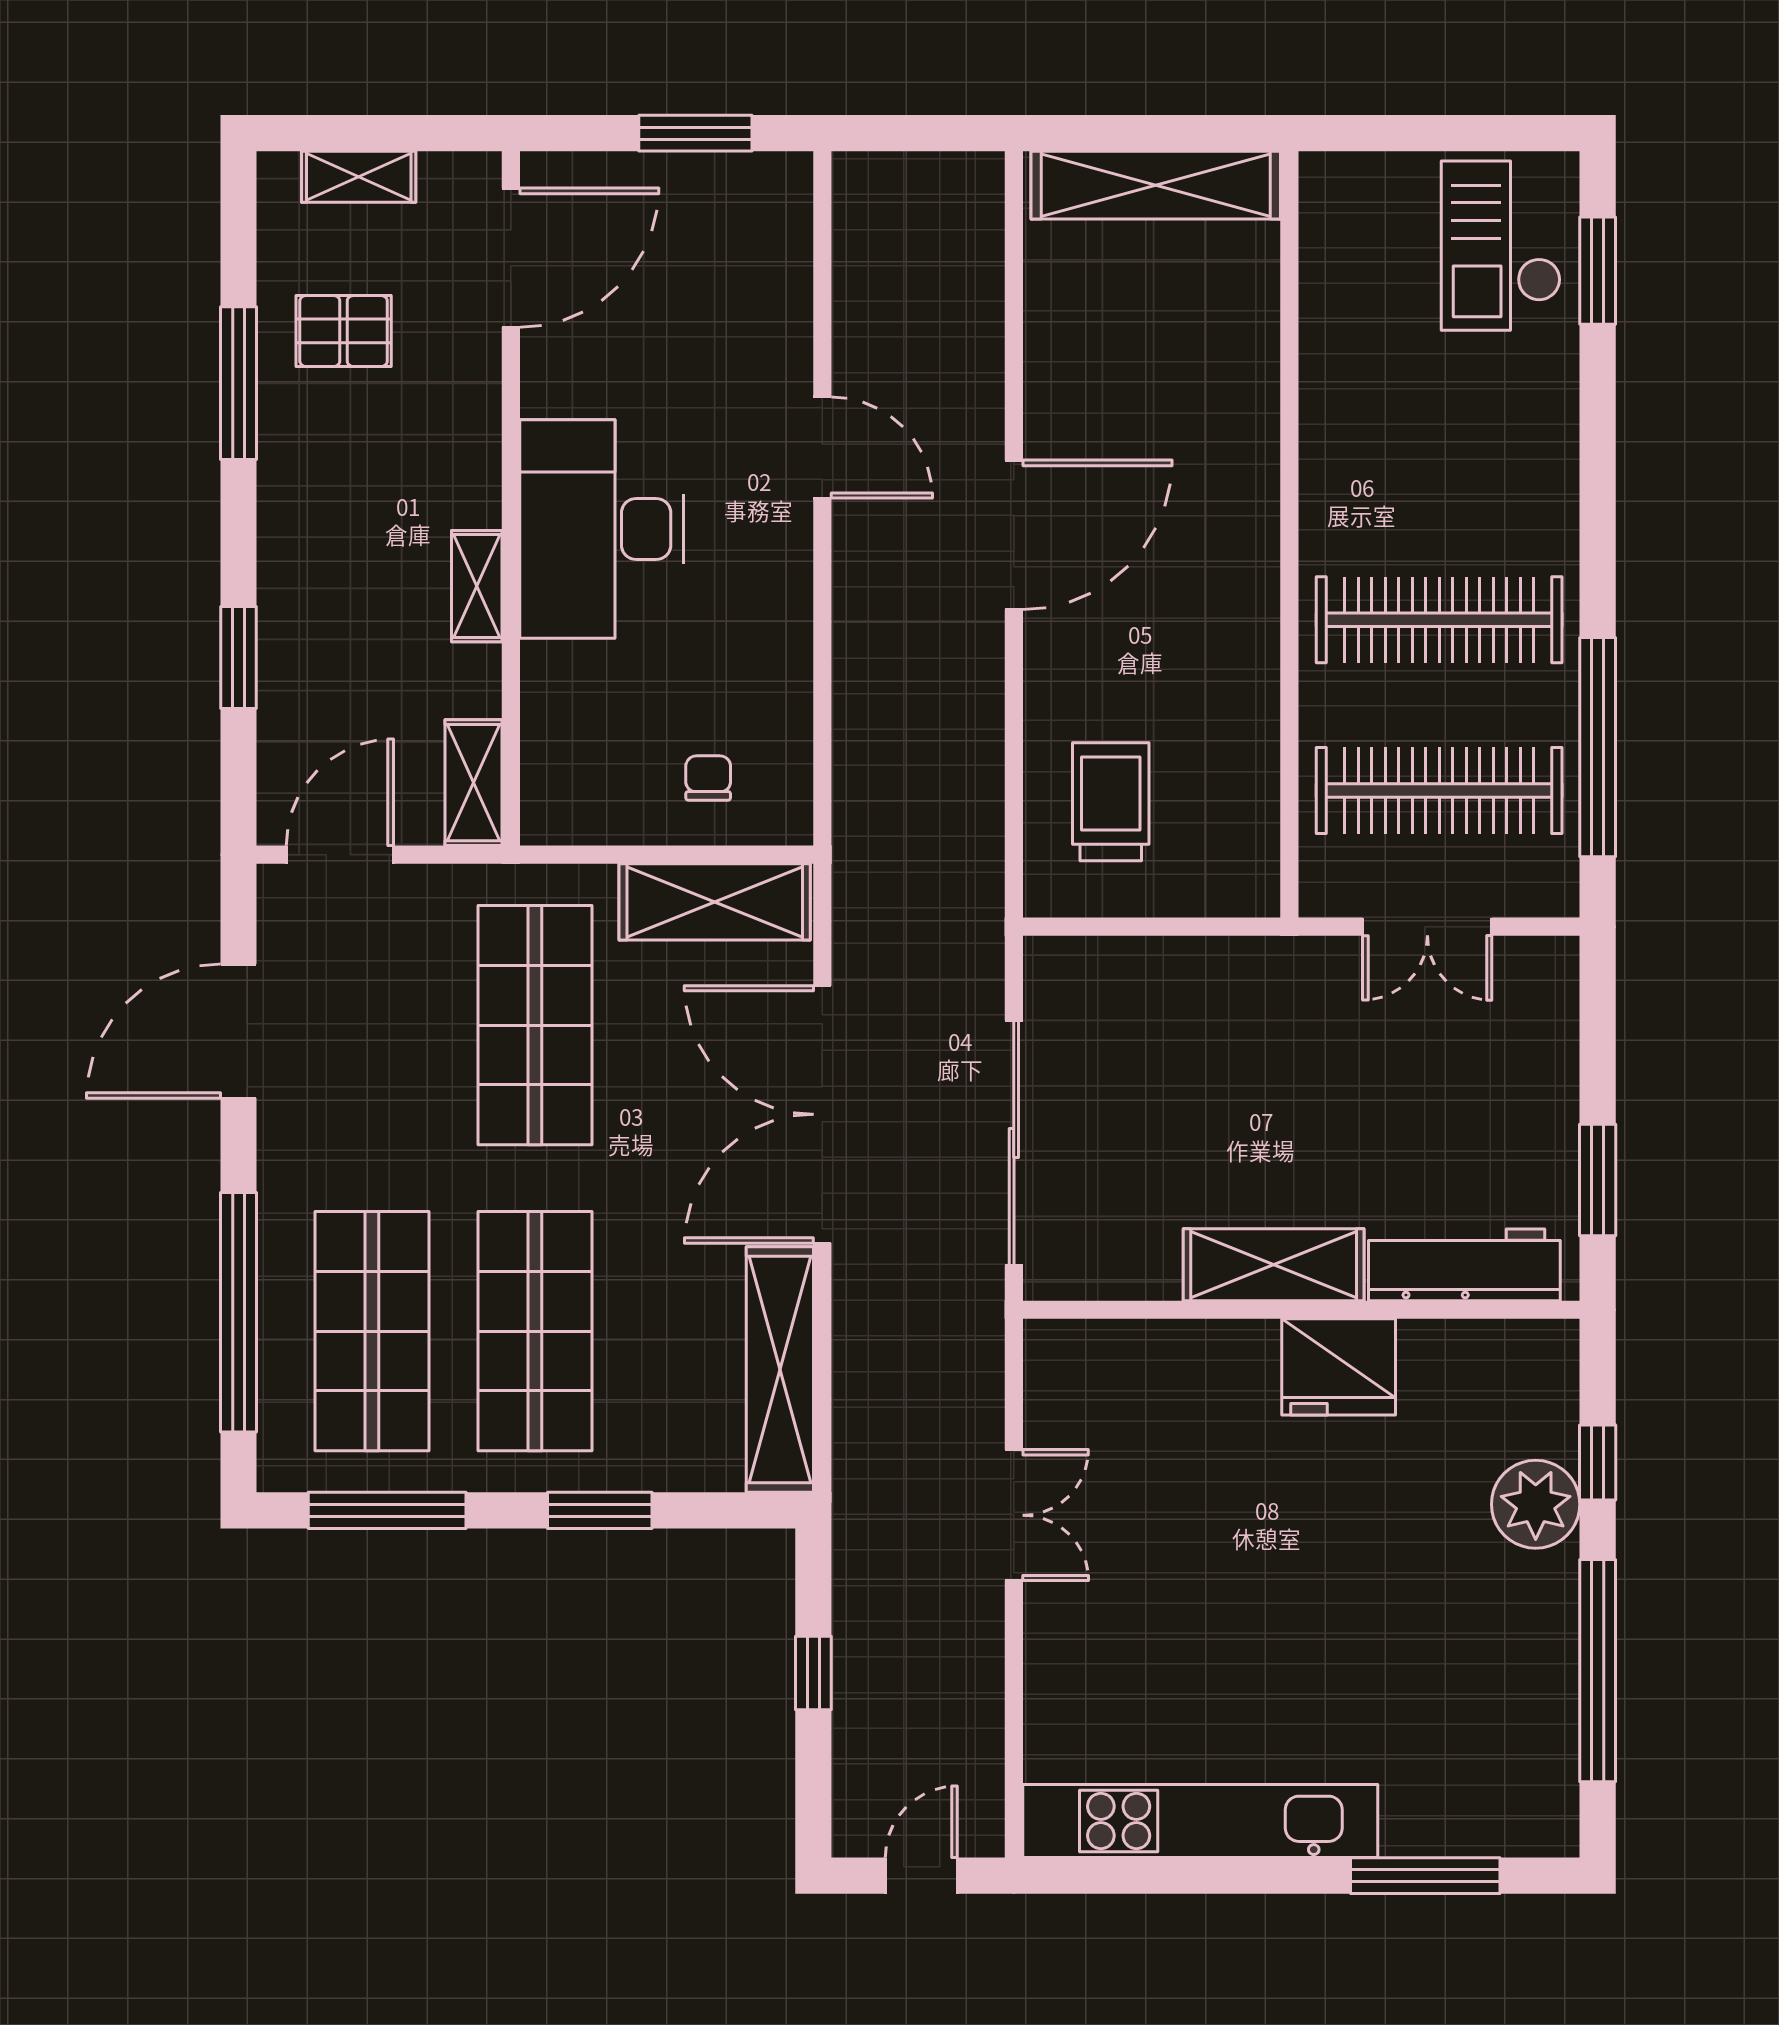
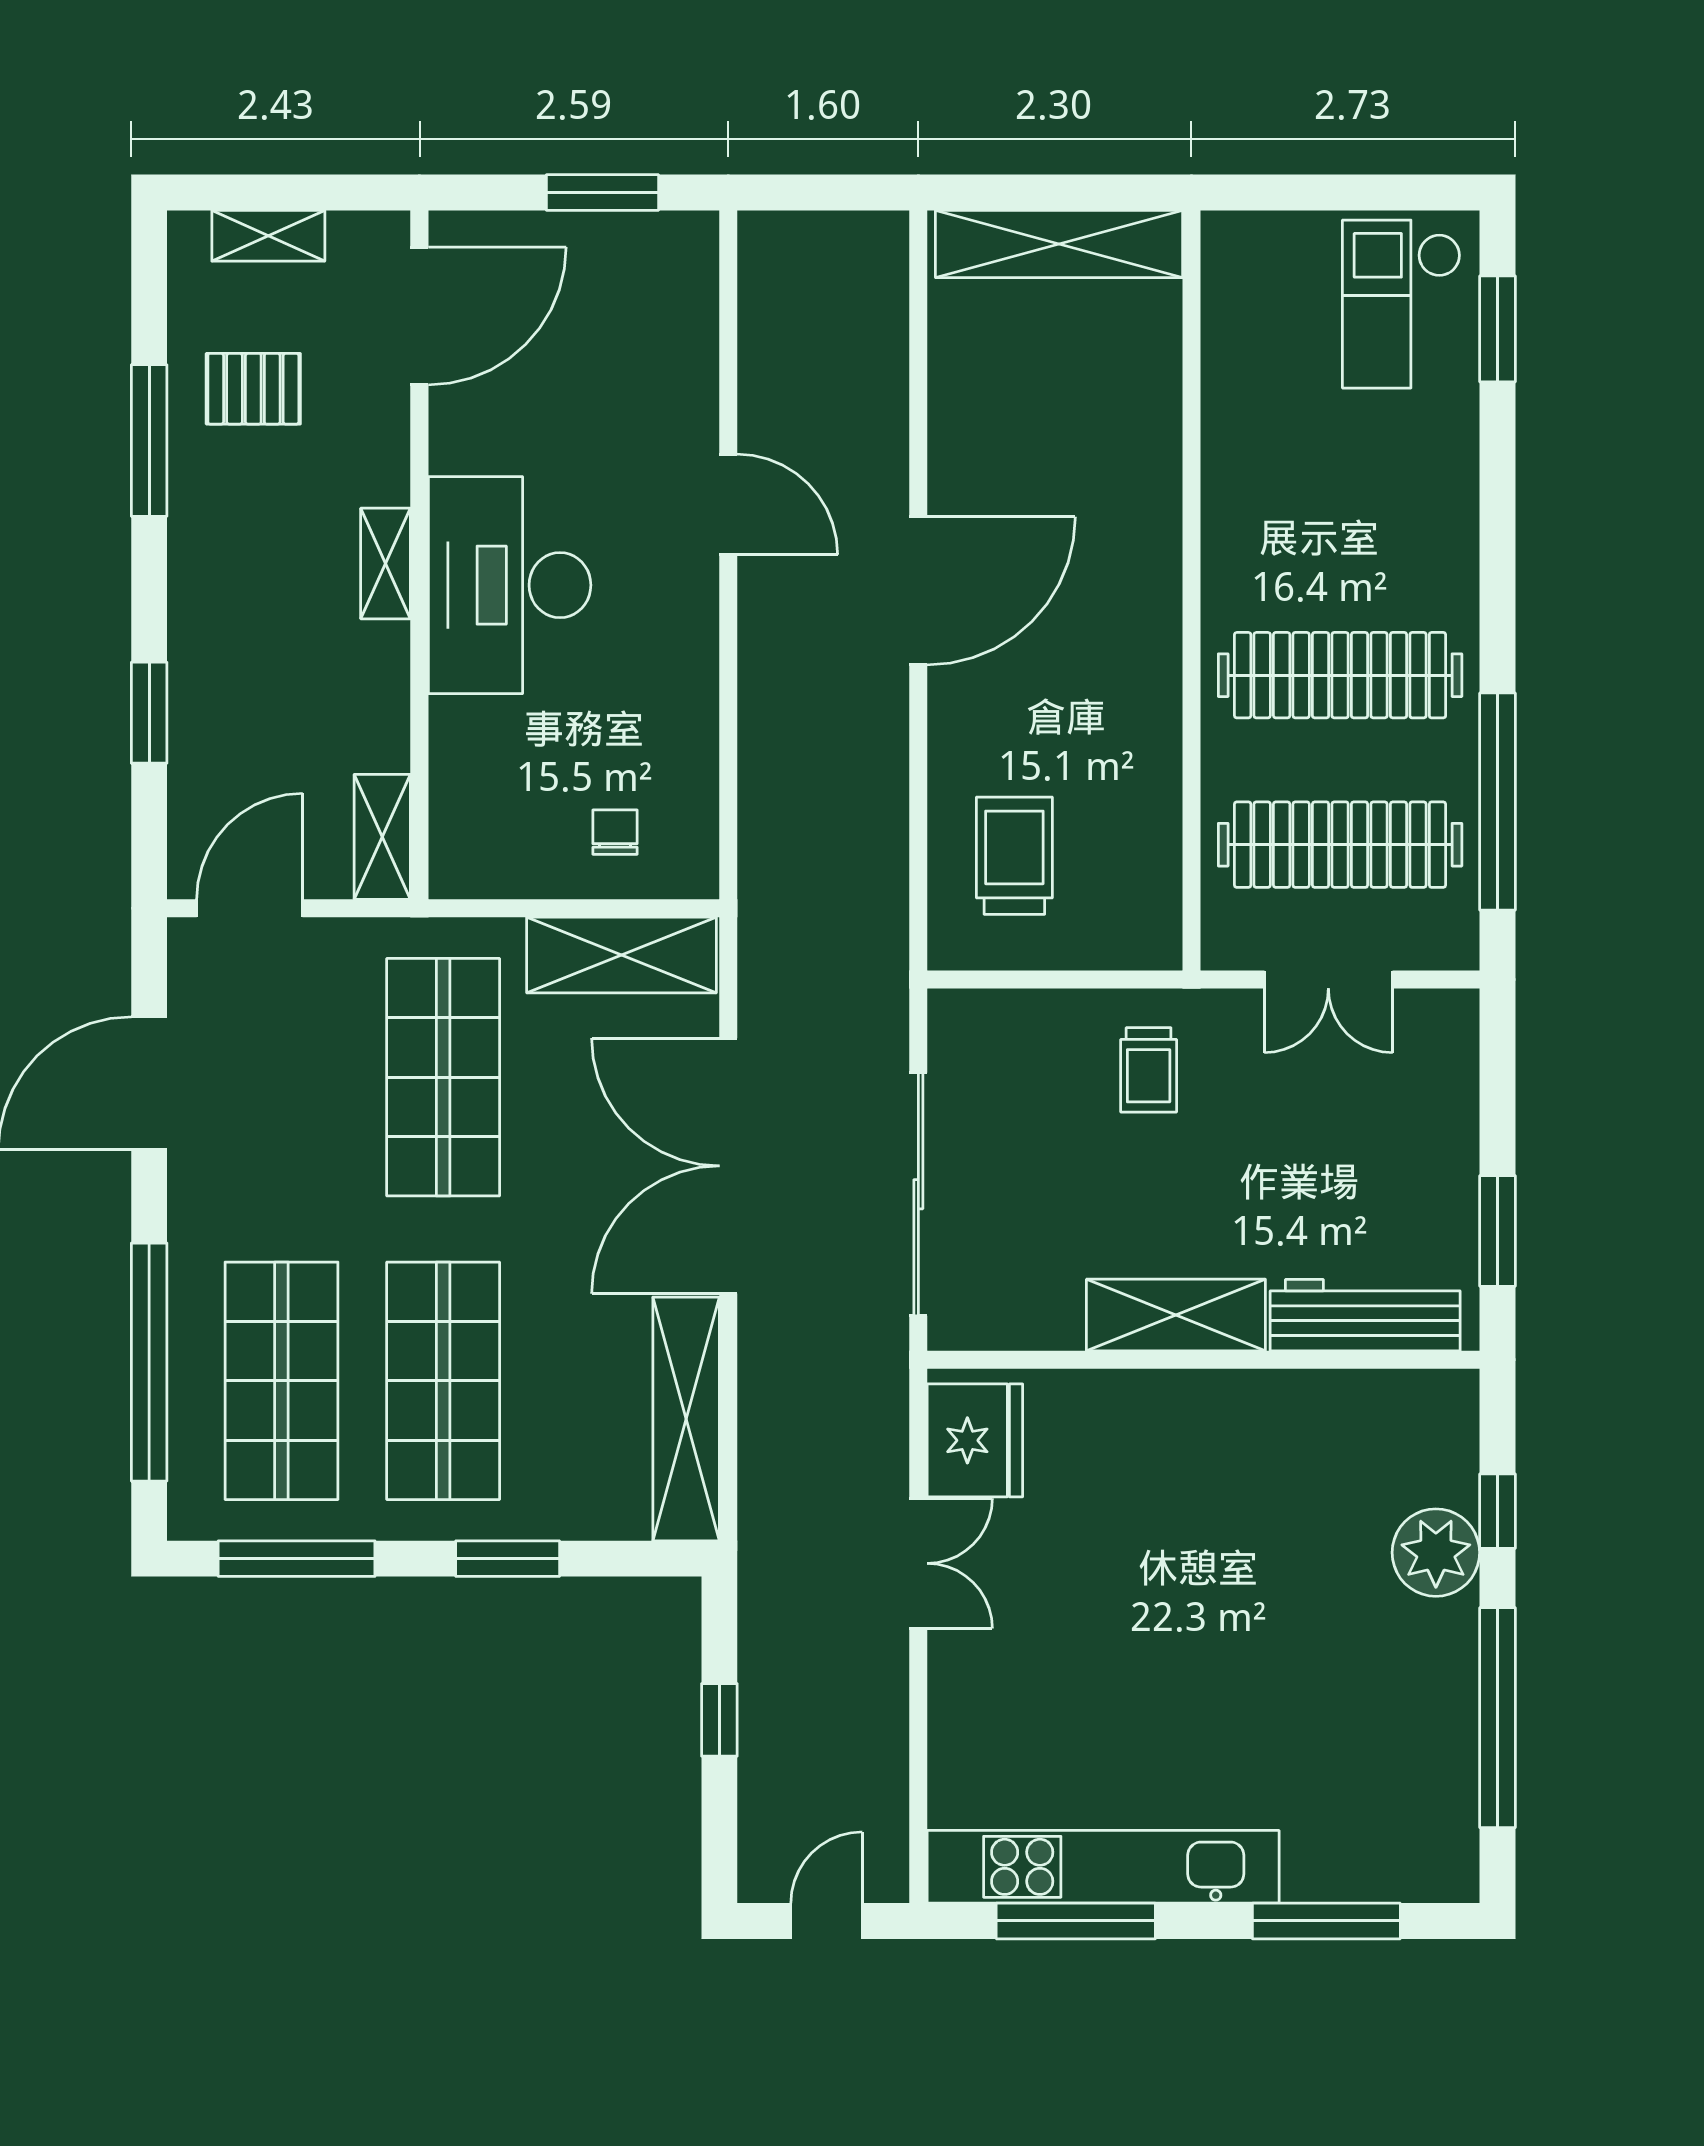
shelving: (477, 586) -> (386, 564), moved
trolley: (1246, 1018) -> (1149, 1070), added
fridge: (1339, 1367) -> (975, 1440), moved, turned -90
window: (1173, 1876) -> (1076, 1921), added

